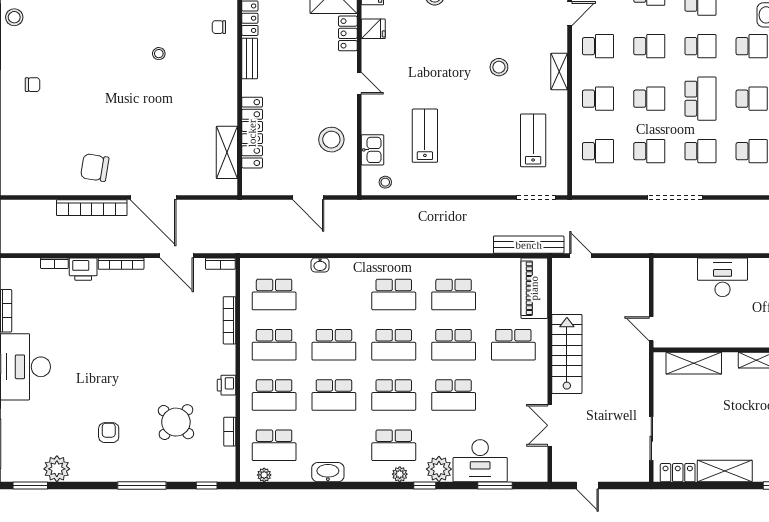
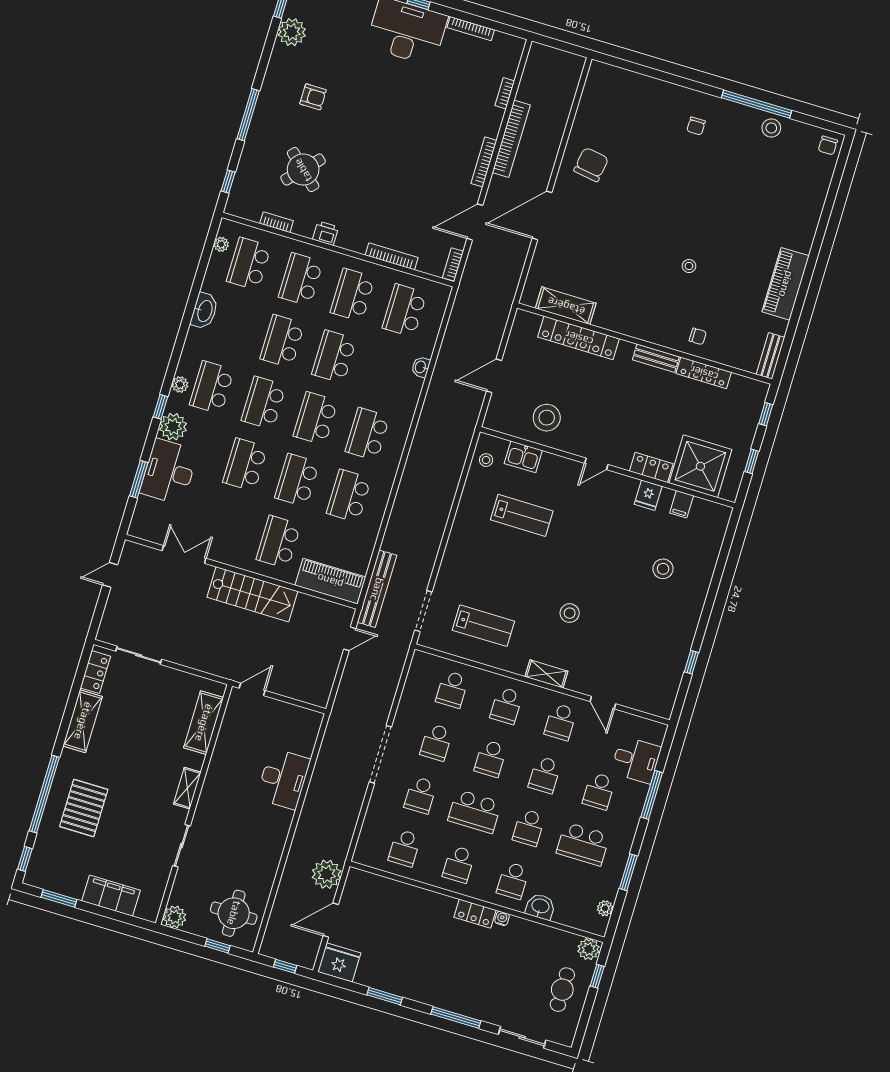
chair: (219, 27) -> (698, 336), turned 90
bookcase: (92, 208) -> (511, 139), moved, turned 180
printer: (83, 269) -> (490, 121), removed

